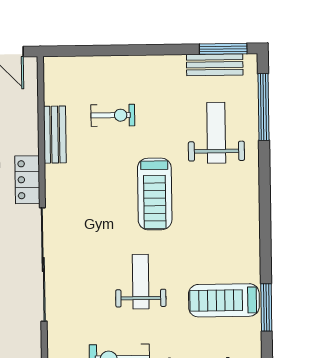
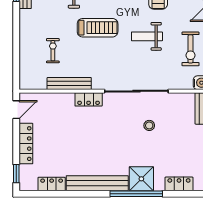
bench: (55, 135) -> (69, 84), width x1.36

